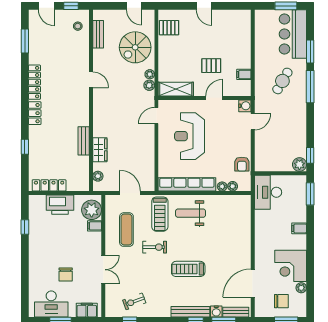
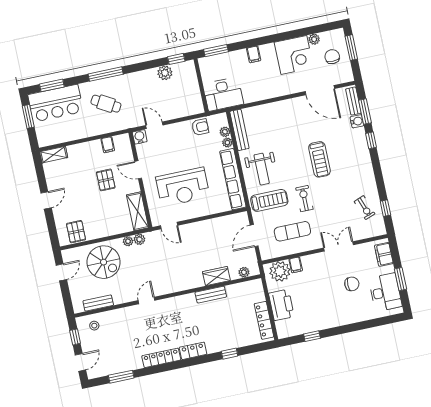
shelving: (245, 22) -> (54, 155), added
window: (310, 52) -> (52, 85), moved
plant: (299, 164) -> (165, 73), moved
bench: (190, 312) -> (239, 130), moved

